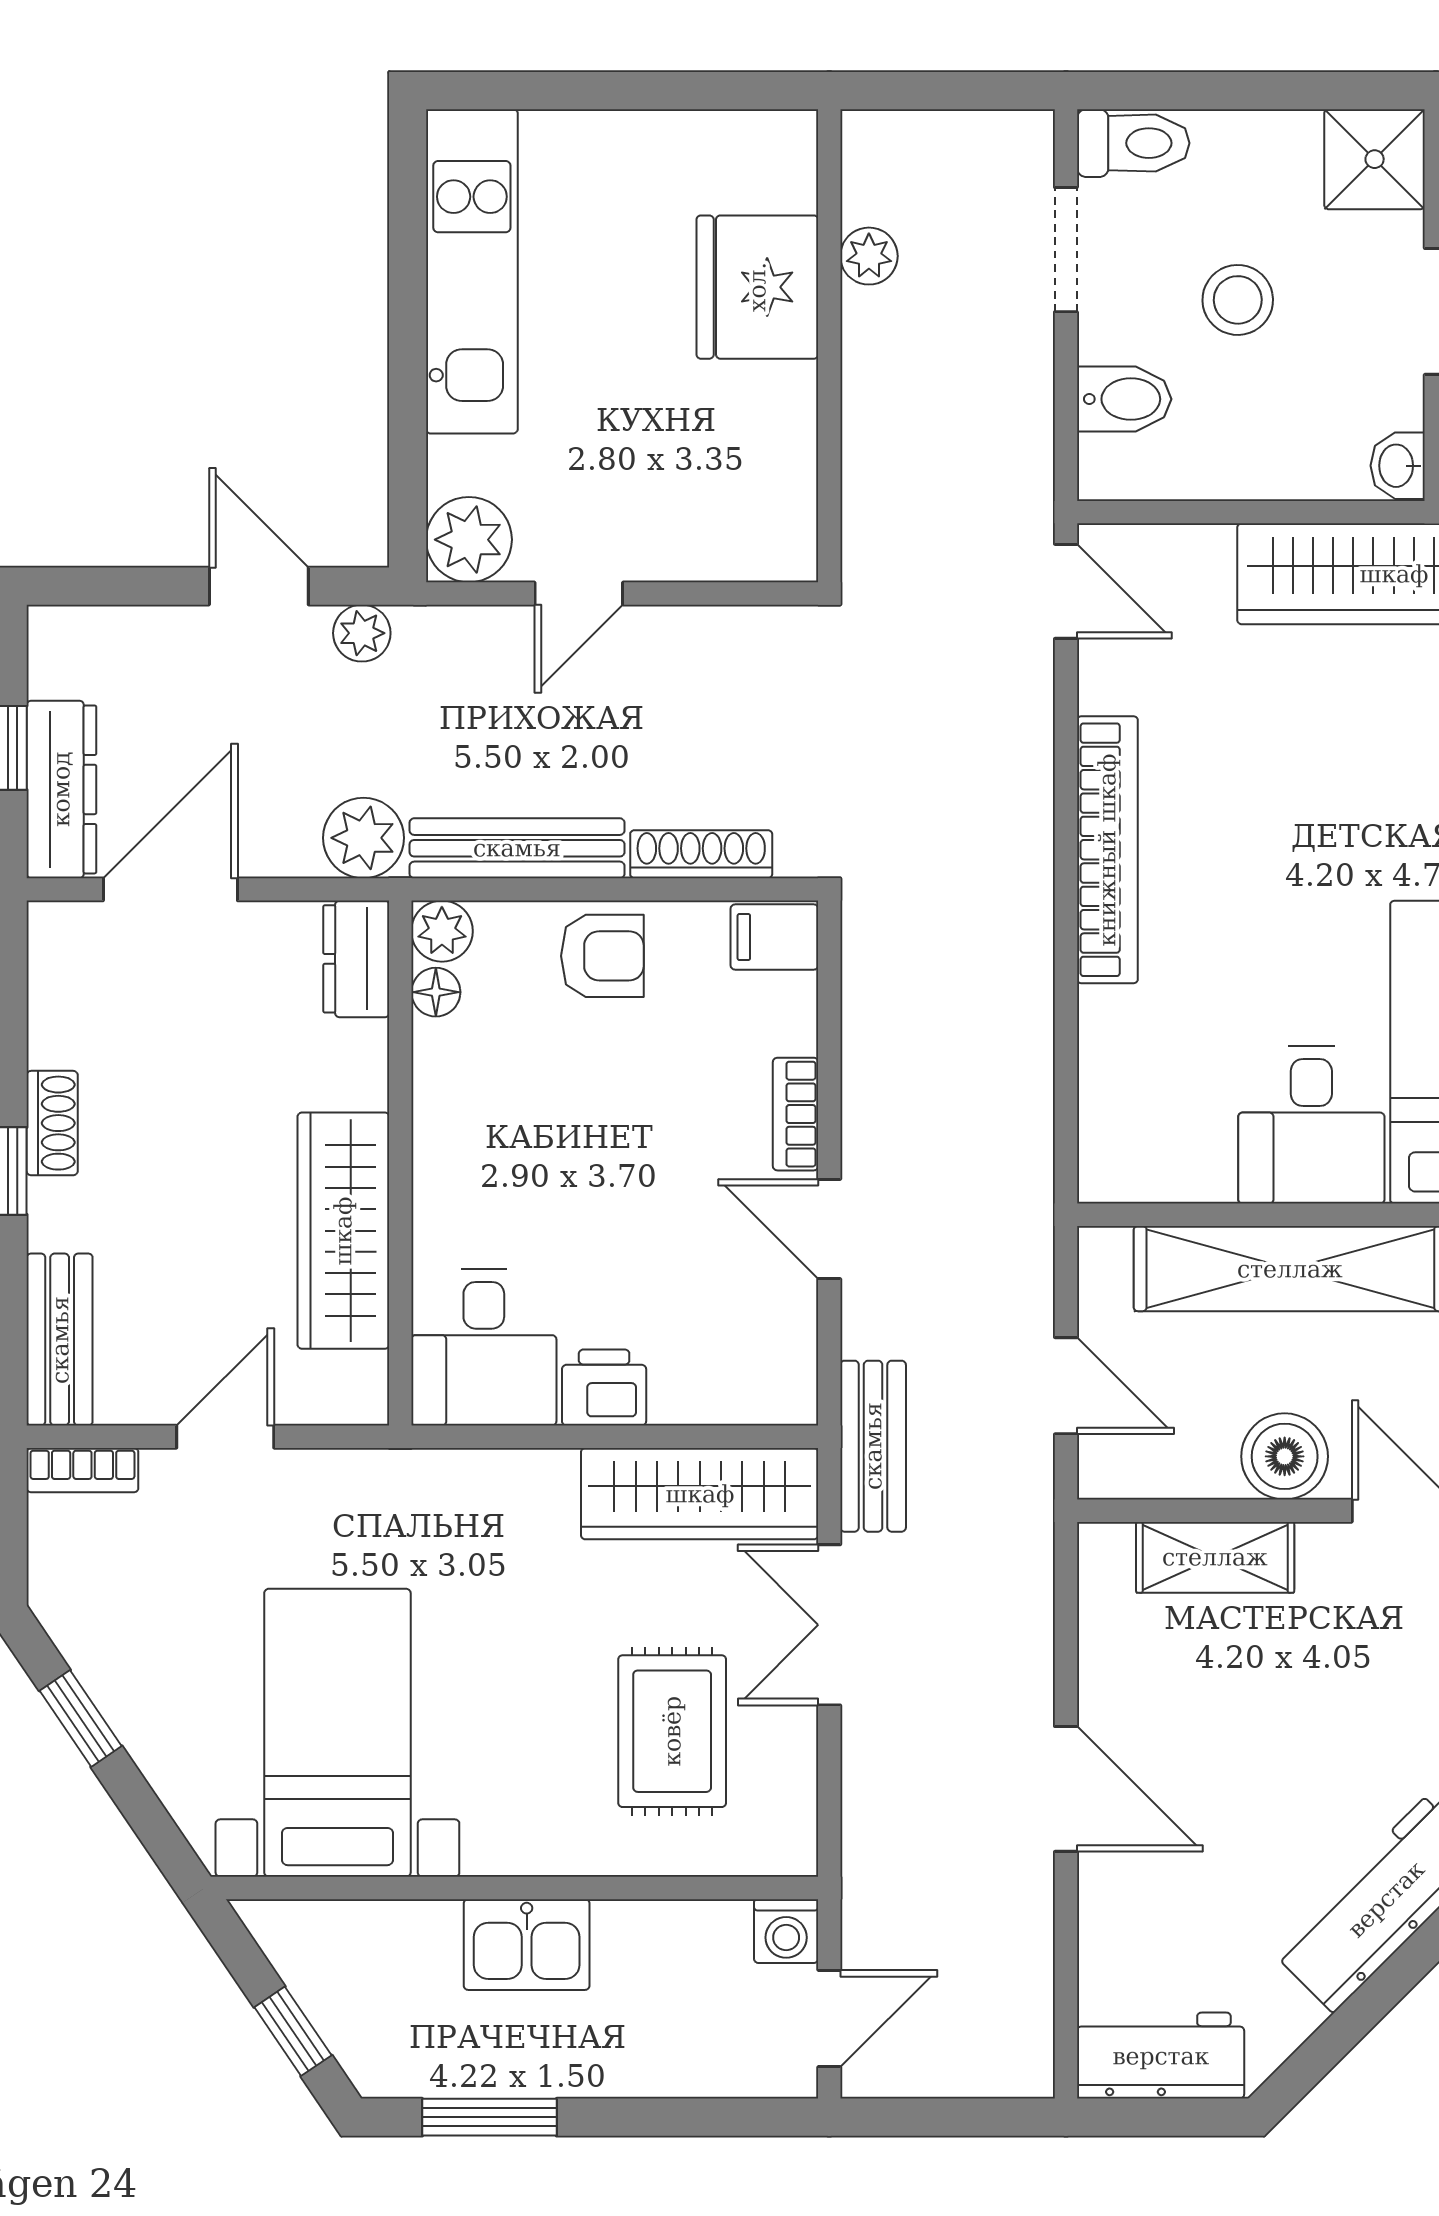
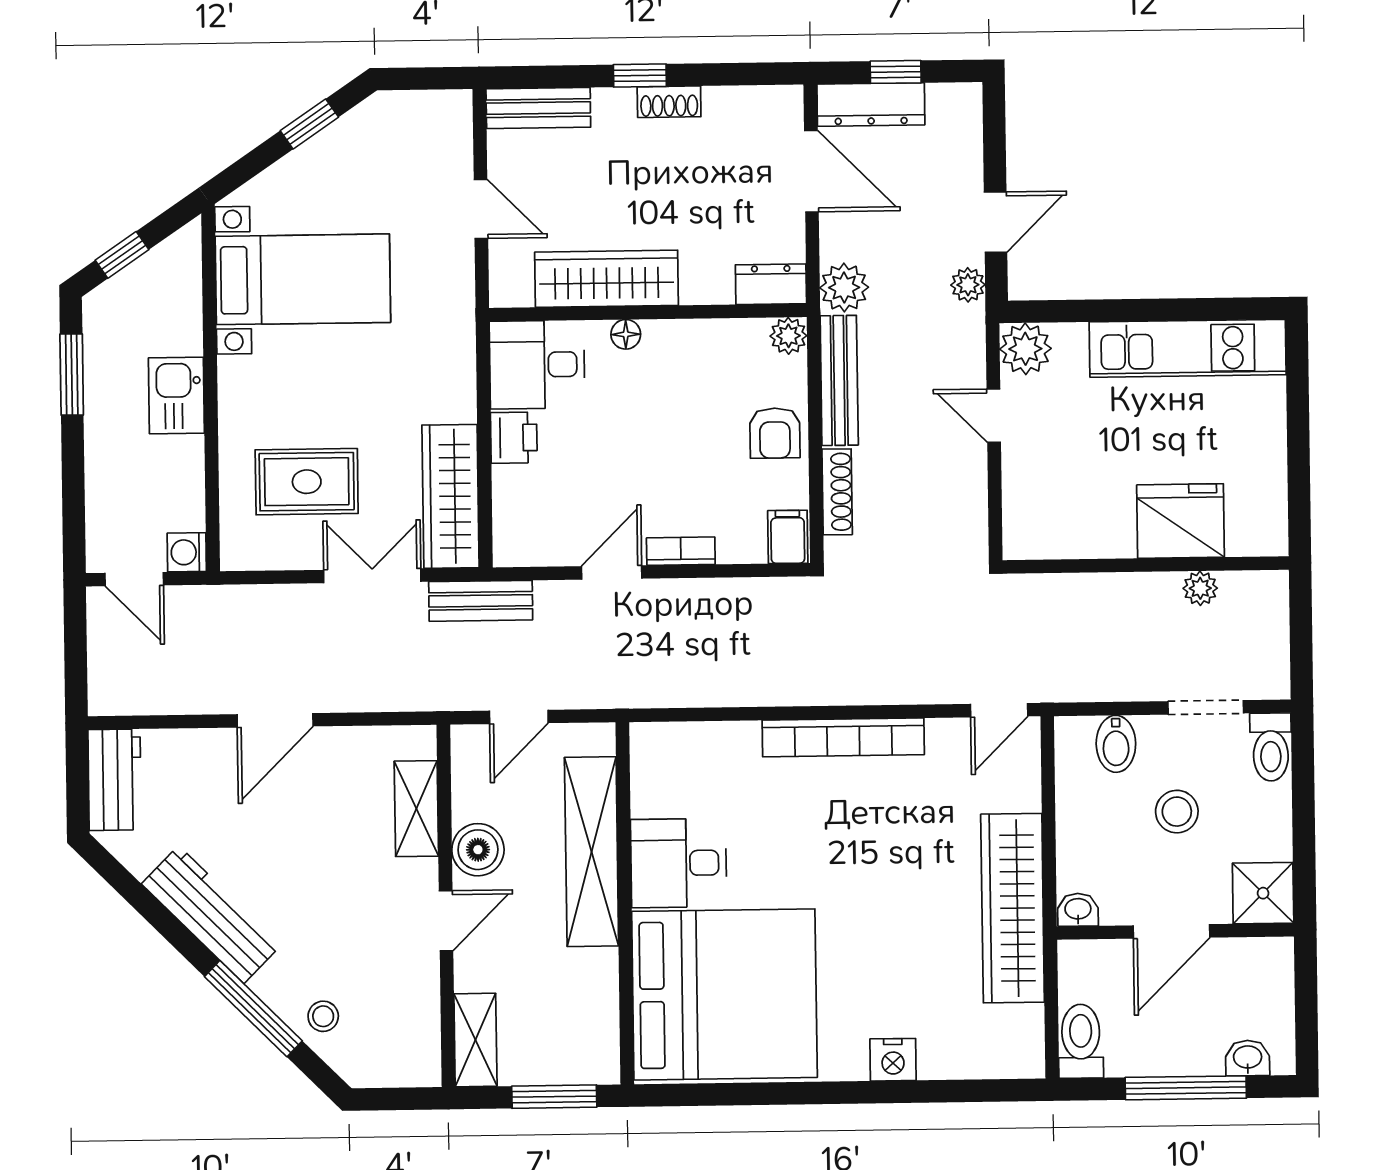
floor lamp: (436, 992) -> (626, 334), moved
bookcase: (82, 1470) -> (460, 123), removed

